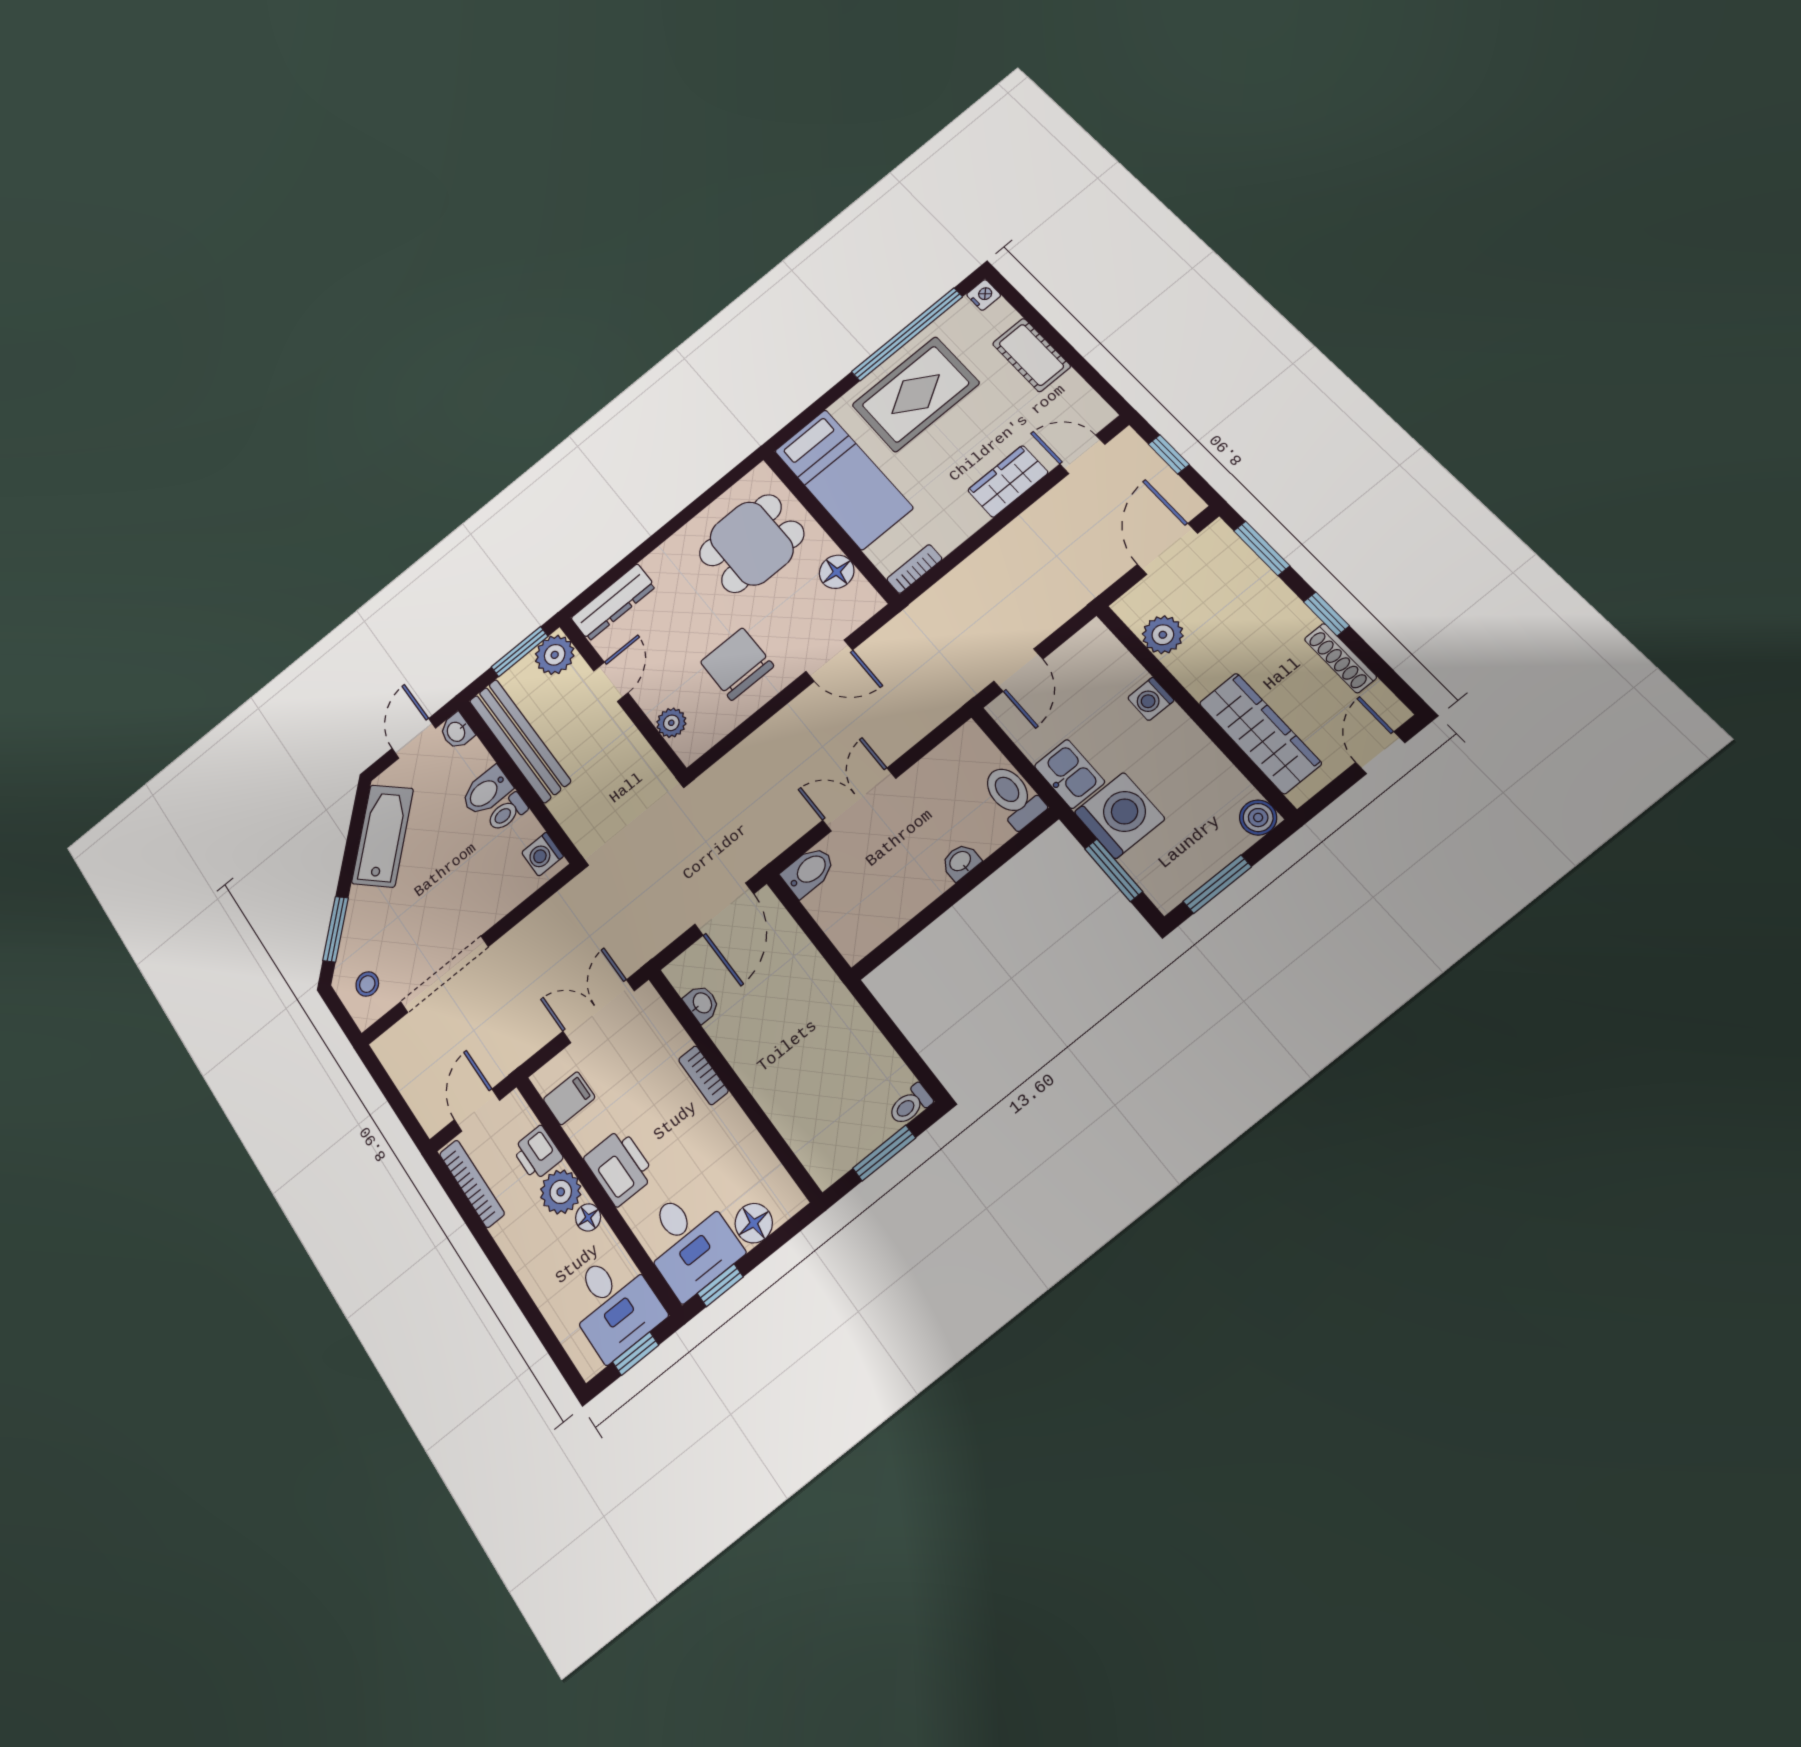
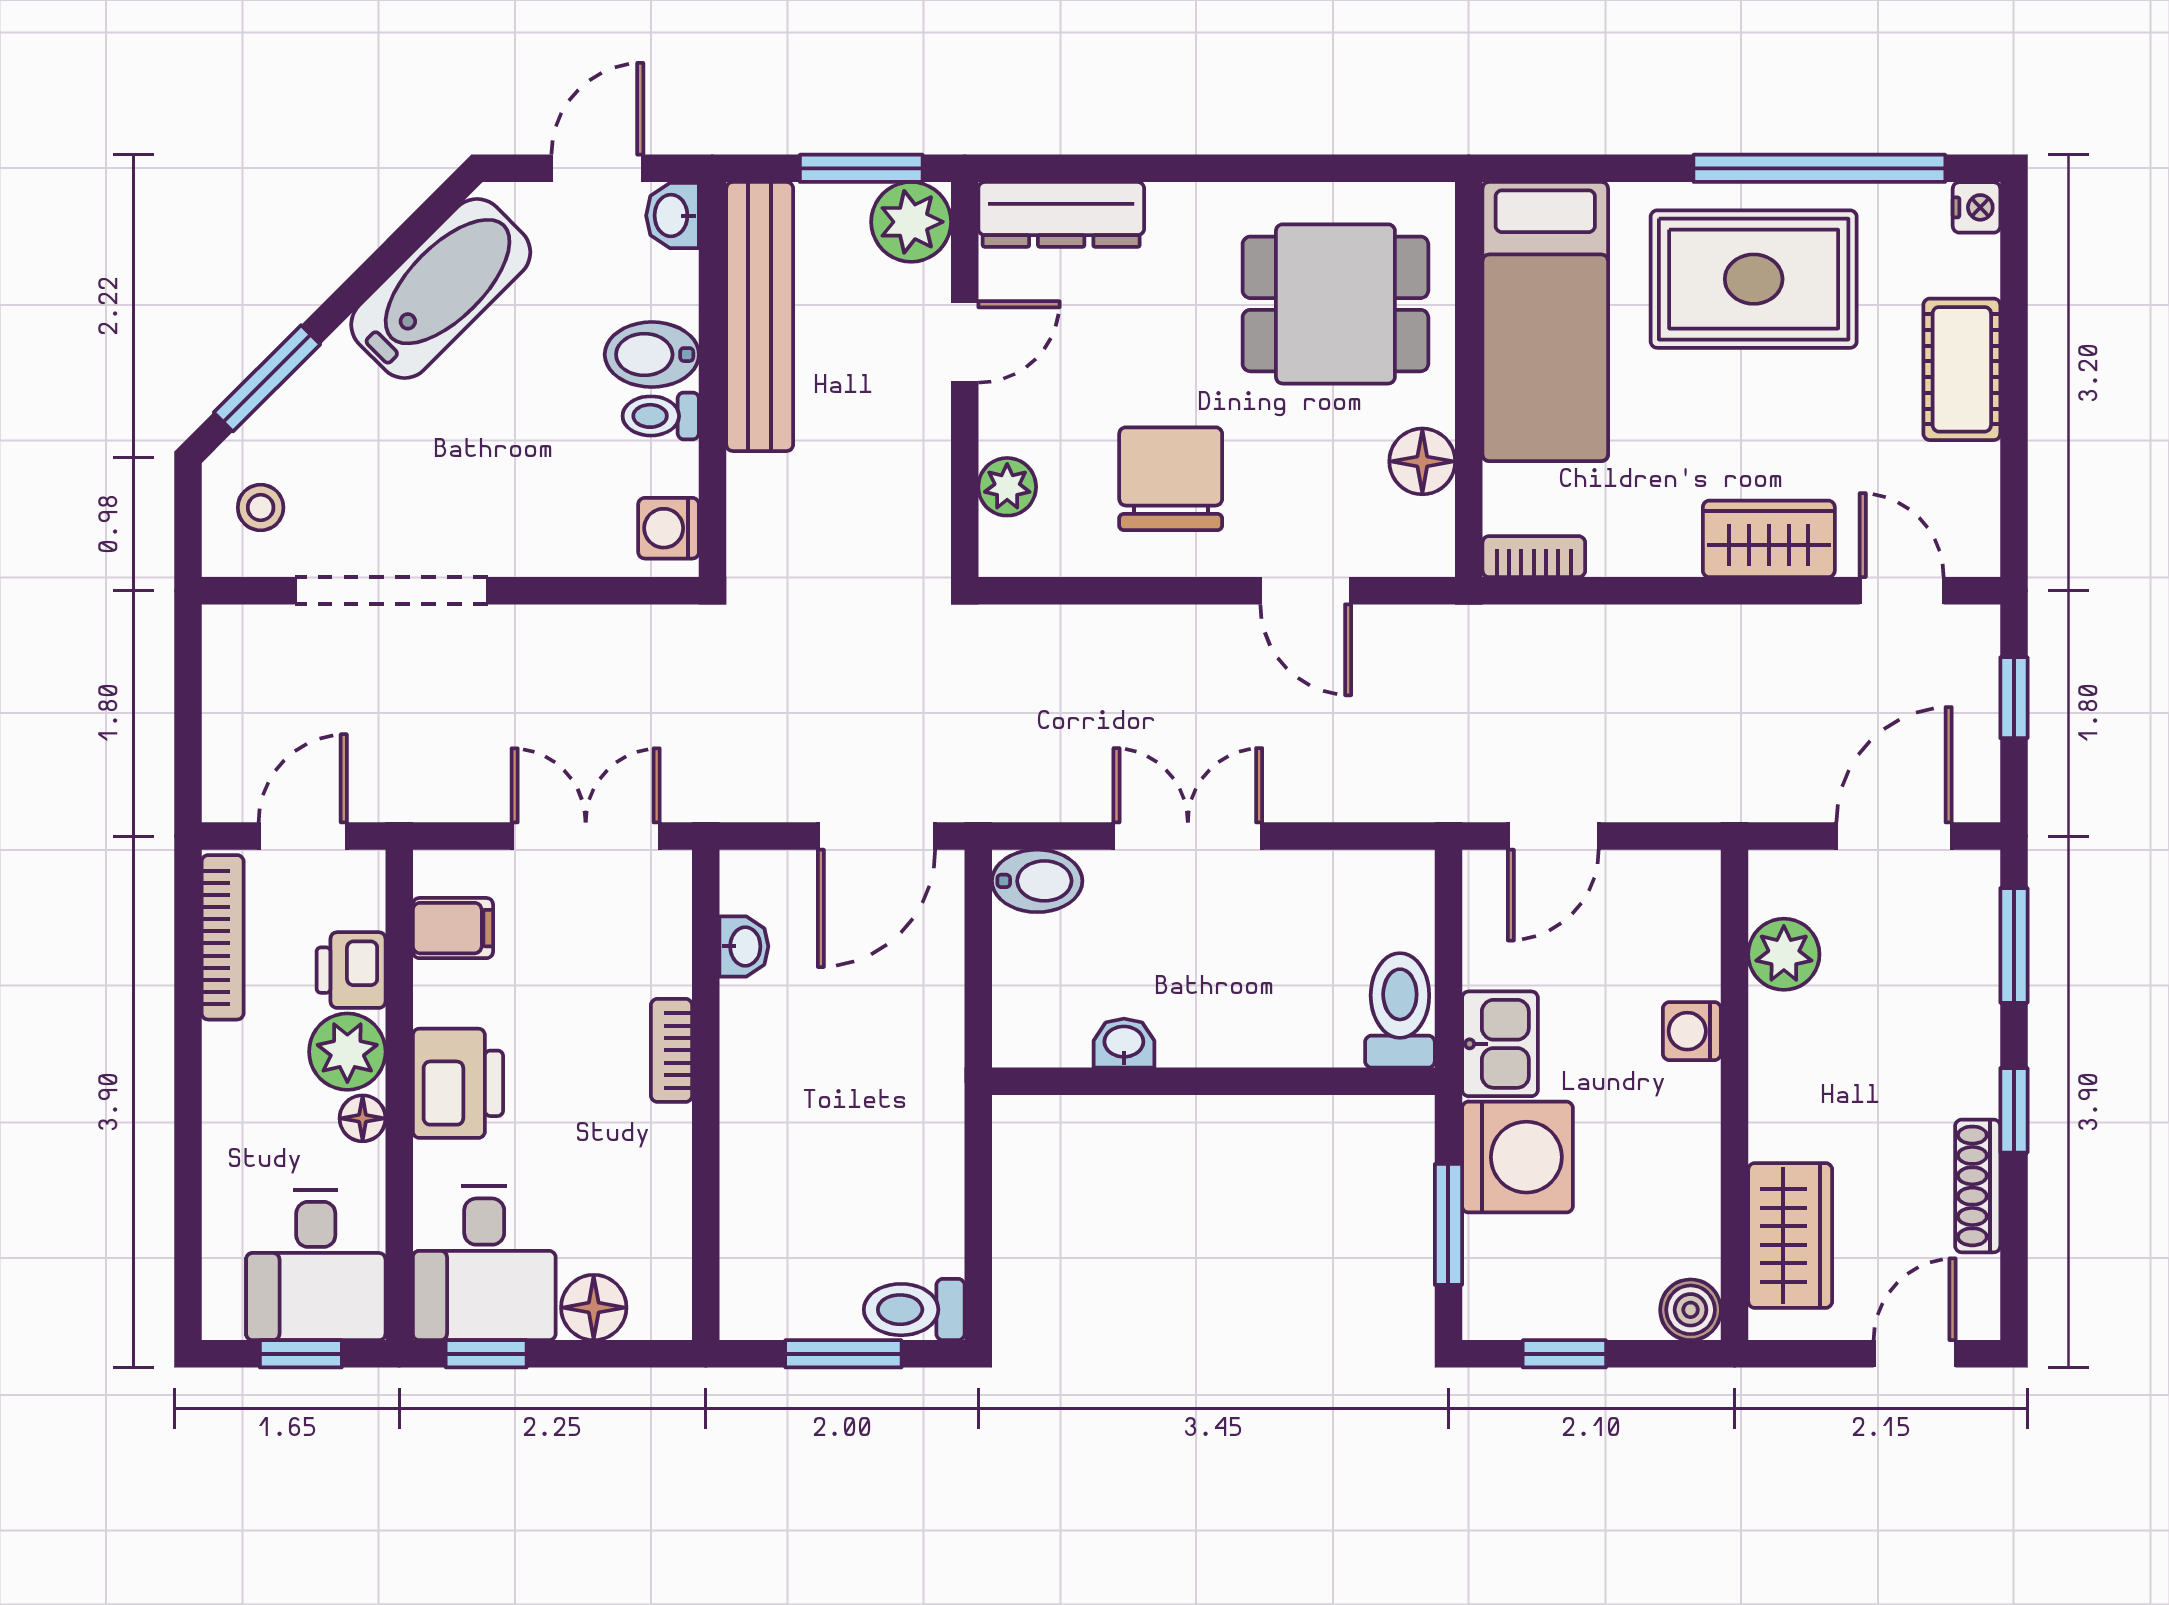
wardrobe: (1260, 733) -> (1790, 1236), width x0.67
washbasin: (961, 862) -> (1124, 1043), moved
window: (1217, 884) -> (1564, 1354), width x0.67
toilet: (910, 1105) -> (914, 1310), width x1.37, depth x1.39

